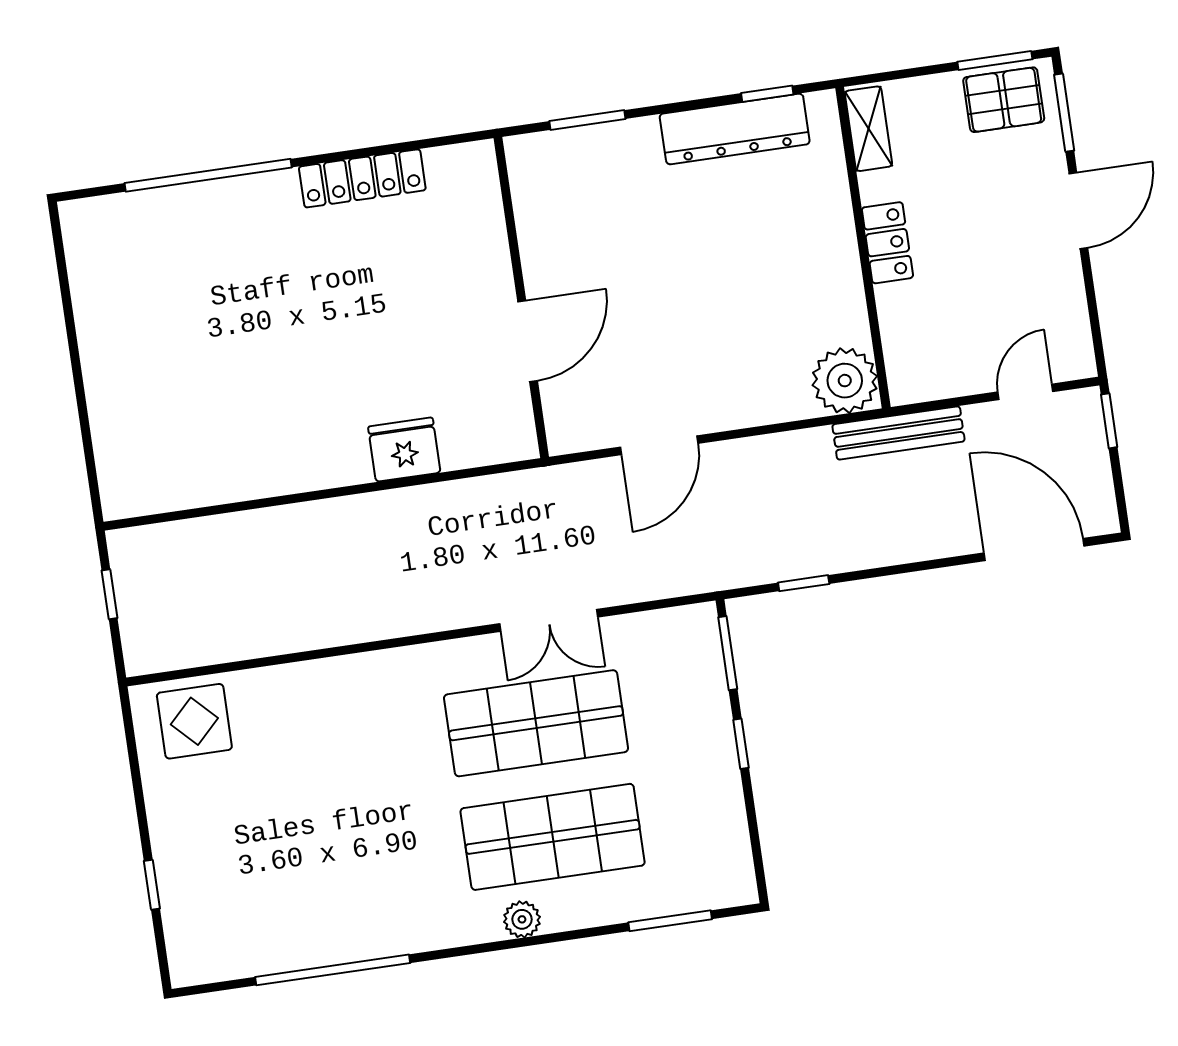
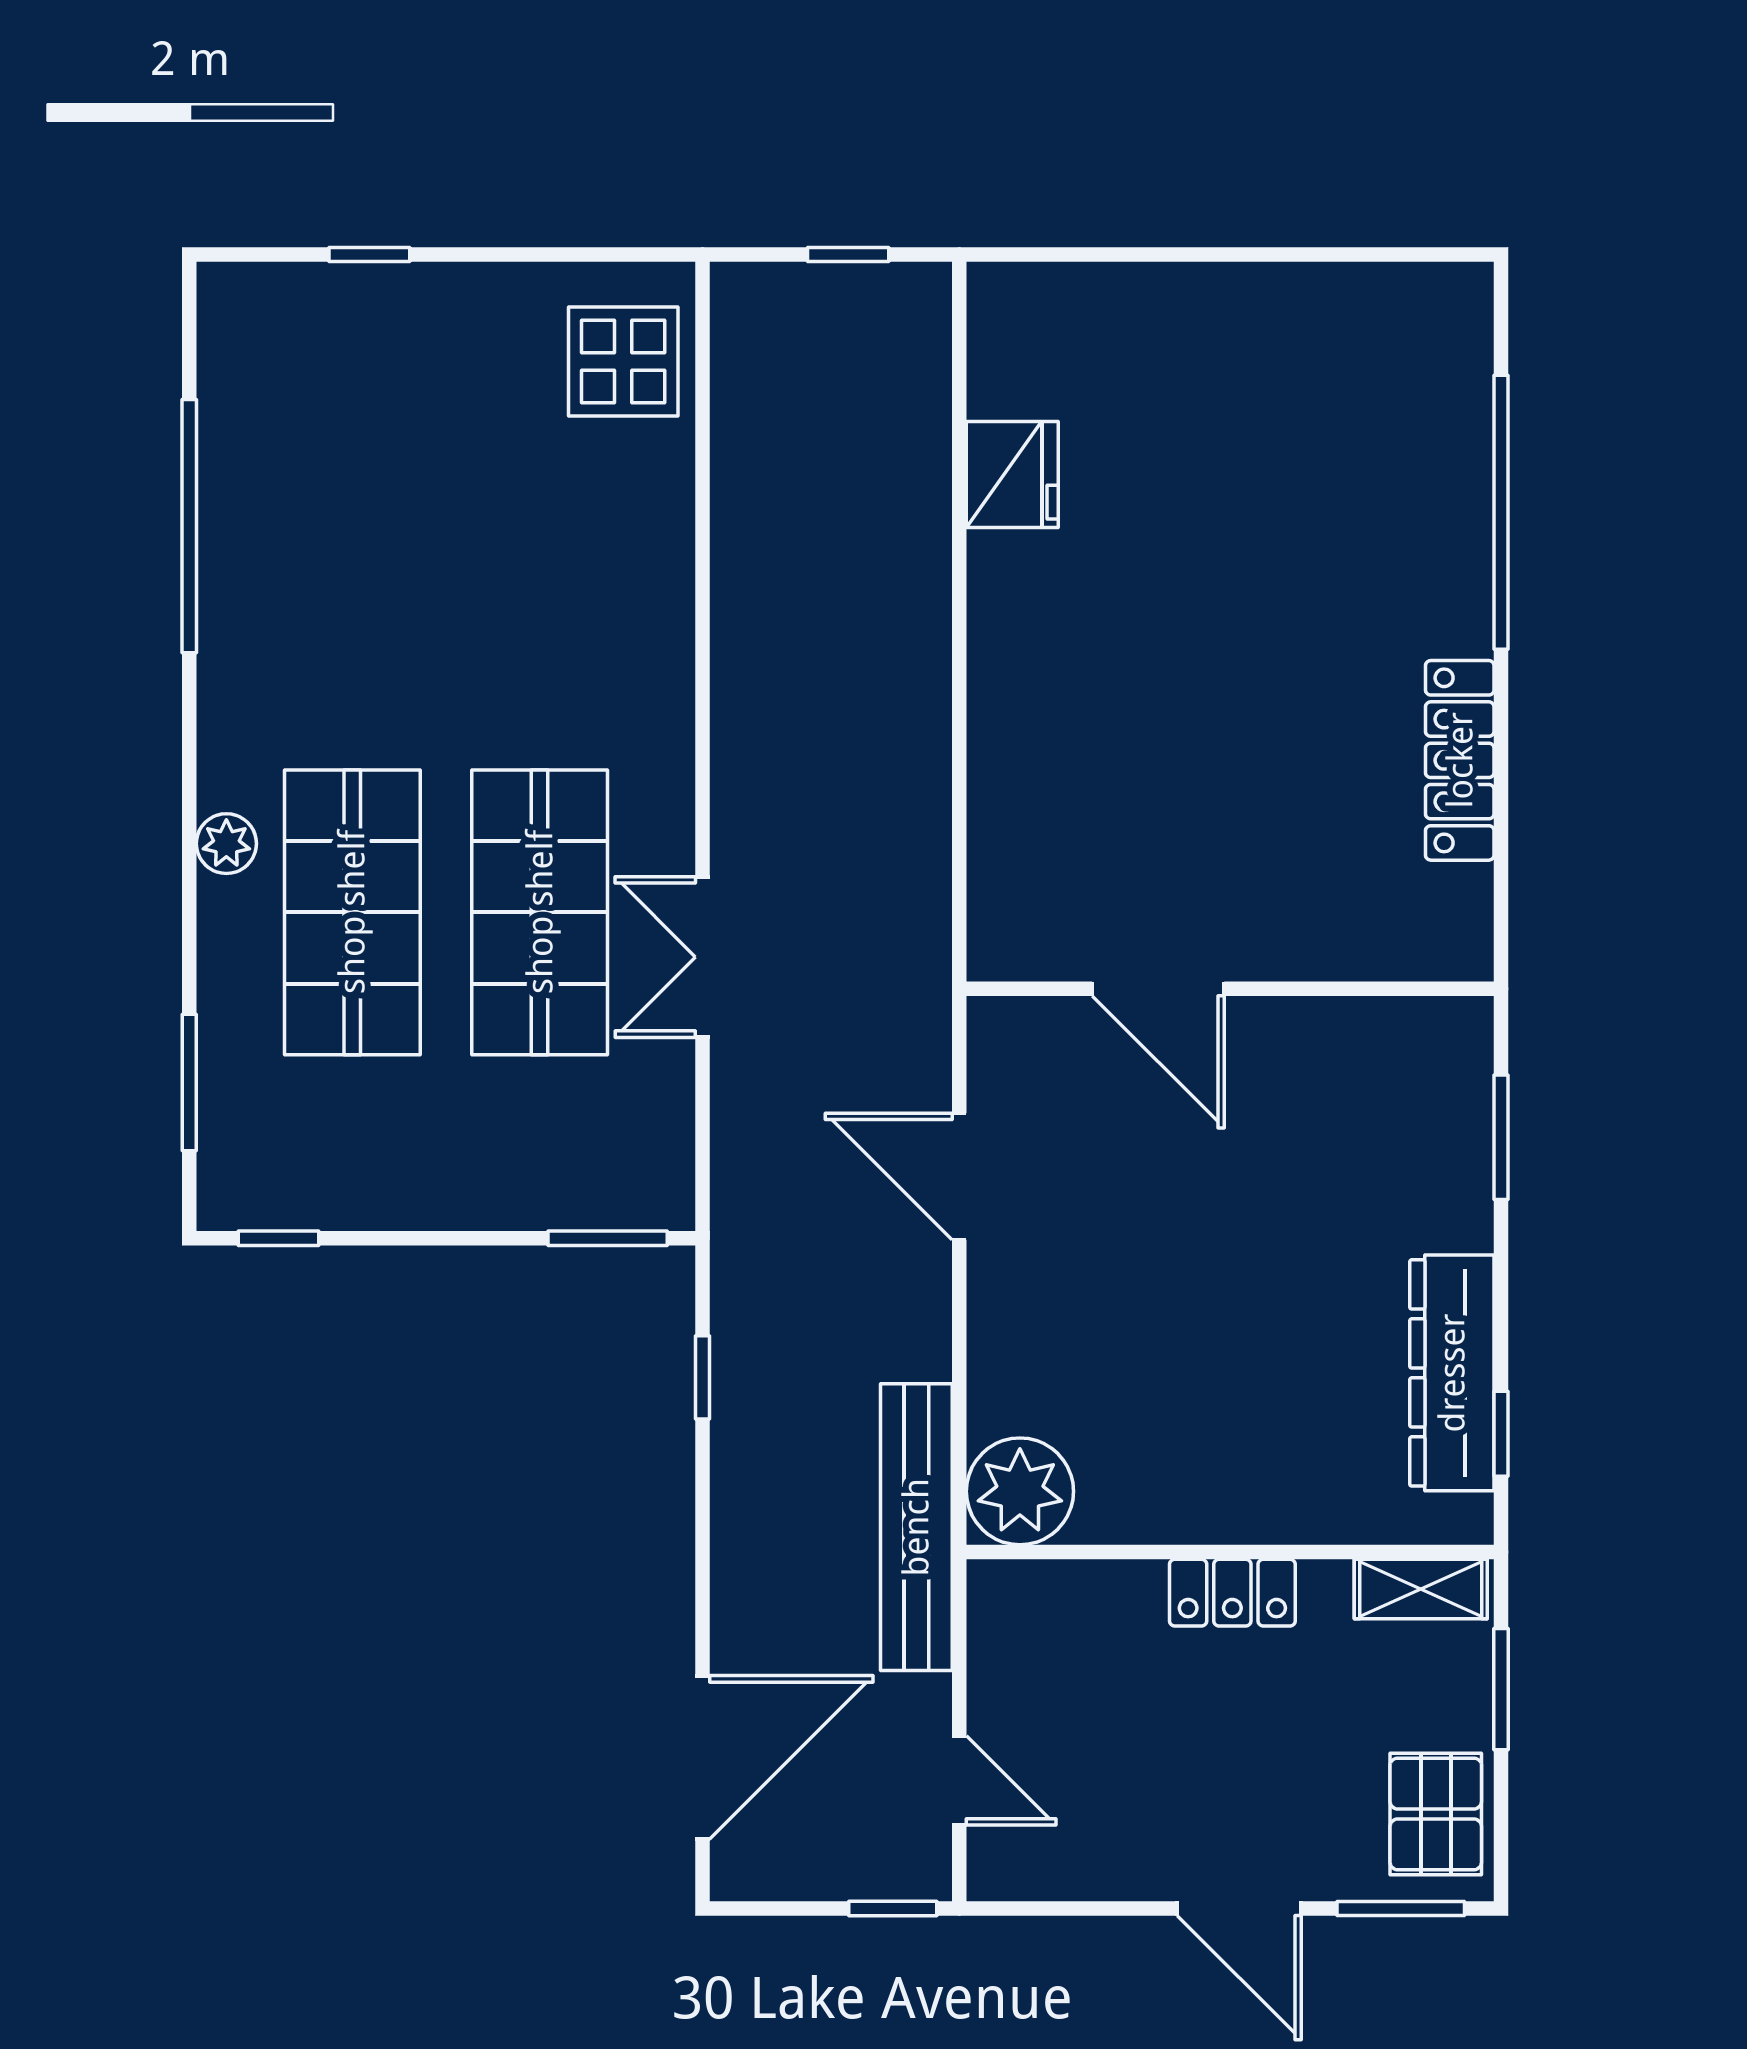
window: (995, 61) -> (1501, 1689), moved
bench: (898, 433) -> (916, 1527), width x1.37, depth x1.21
fridge: (404, 450) -> (1012, 474), moved
window: (741, 744) -> (278, 1238), moved

